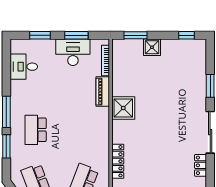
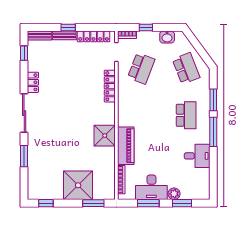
plant: (49, 45) -> (174, 194), added
shower: (152, 47) -> (78, 185), width x1.86, depth x1.86
desk: (24, 67) -> (197, 156), moved
piano: (103, 92) -> (126, 146), width x1.37, depth x1.33

